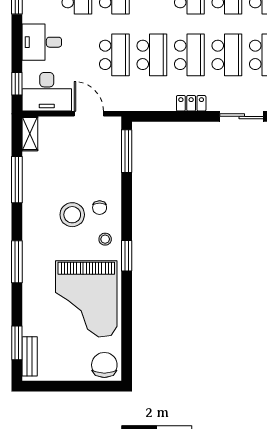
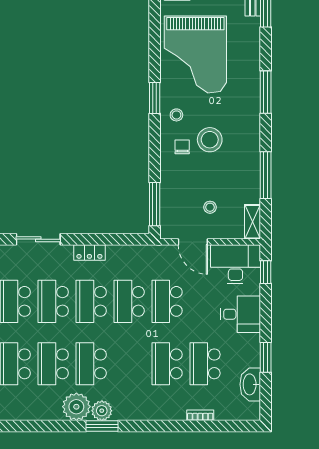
stool: (72, 148) -> (210, 207), added
grand piano: (86, 299) -> (195, 55), turned 180

